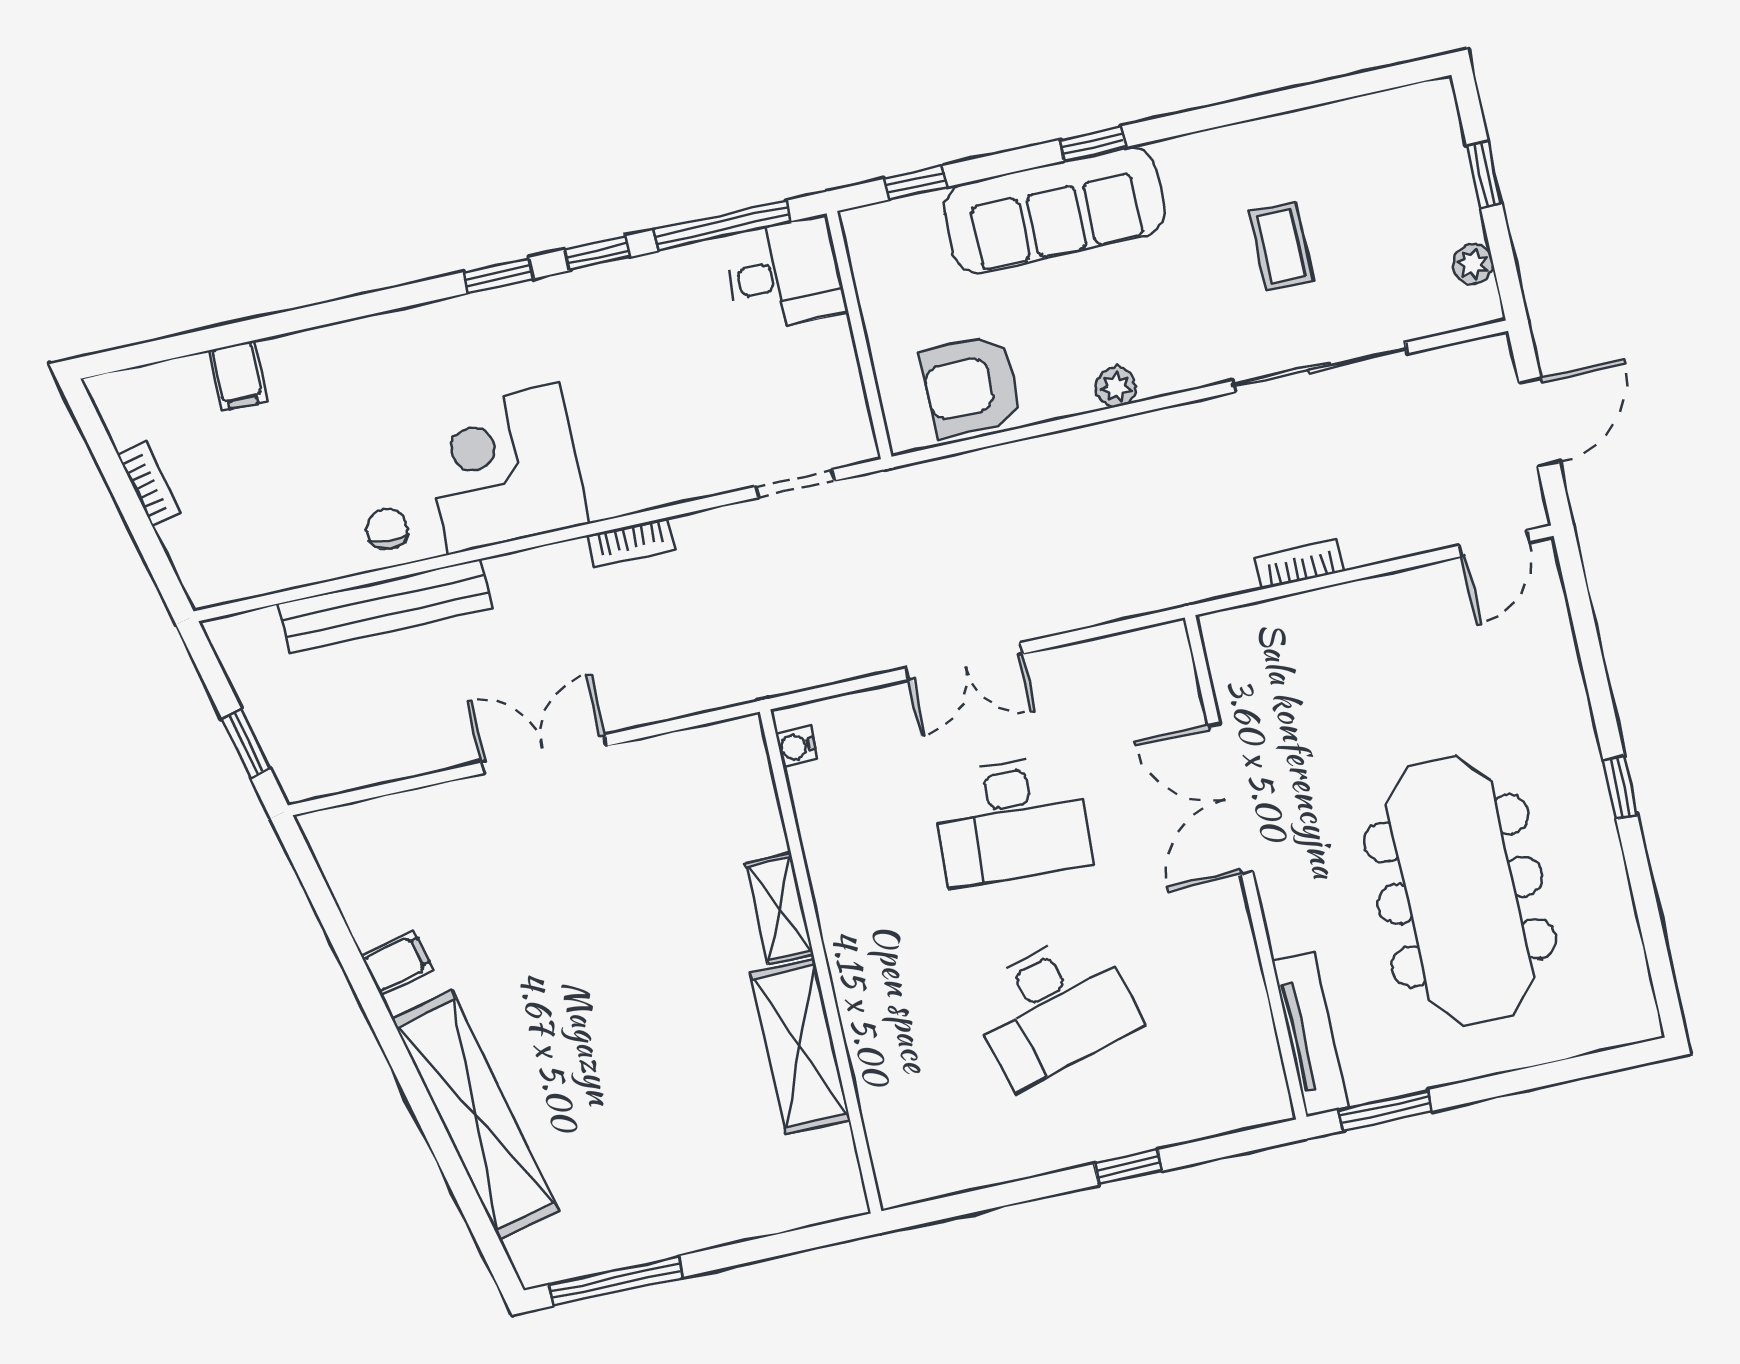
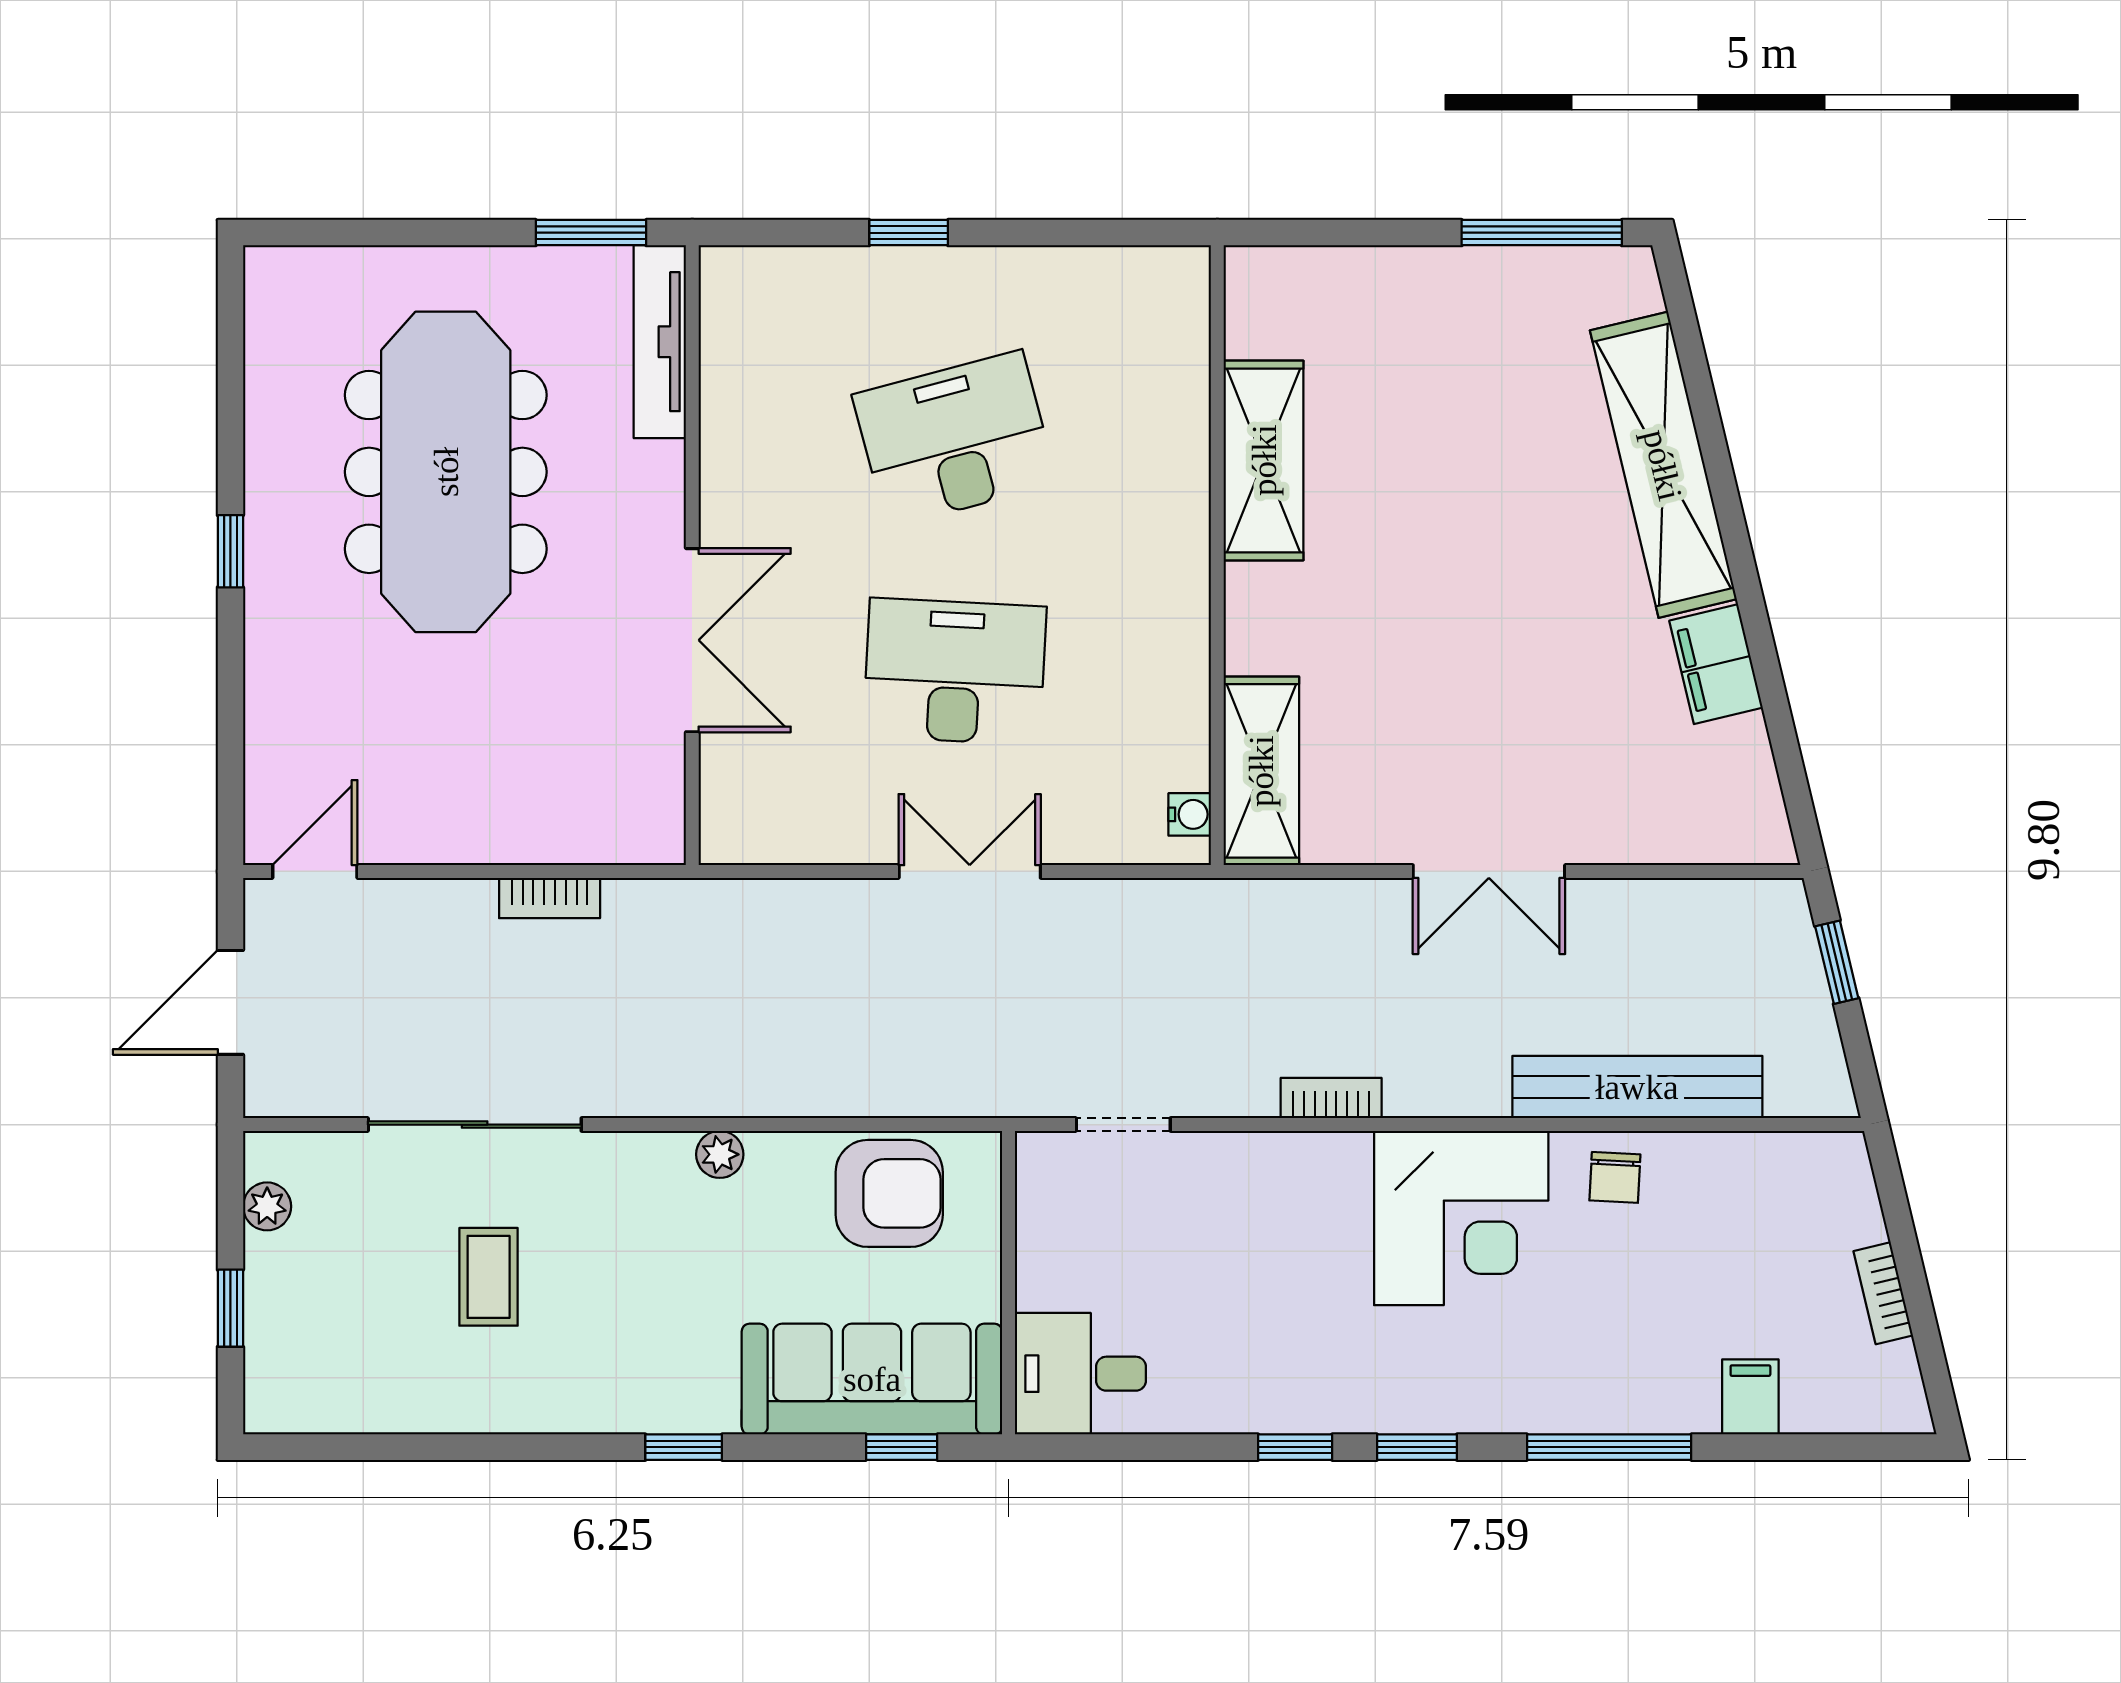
sofa: (1054, 210) -> (872, 1379), moved
window: (722, 226) -> (1609, 1447), moved
shelving: (779, 909) -> (1261, 771), moved, width x1.50, depth x1.33
filing cabinet: (397, 963) -> (1716, 664), width x2.00

